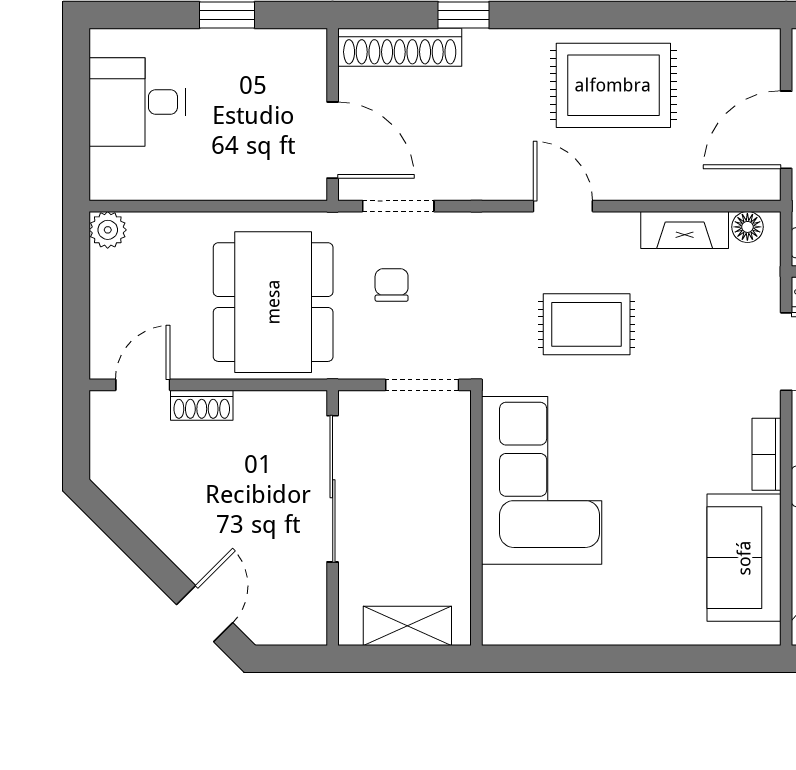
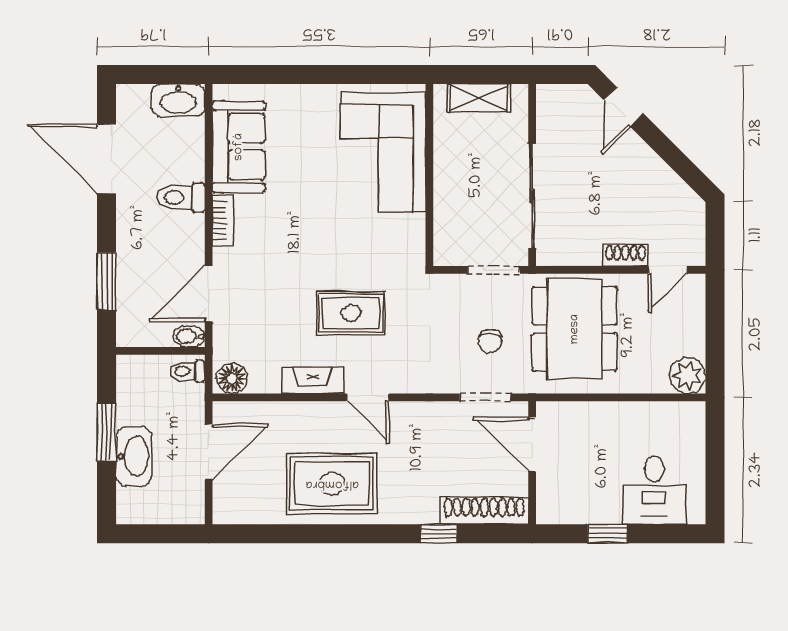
desk: (137, 102) -> (654, 490), moved, turned 90
floor lamp: (747, 227) -> (232, 378), width x1.37, depth x1.37
plant: (108, 230) -> (688, 375), width x1.38, depth x1.38
fireplace: (685, 230) -> (313, 380), moved
doorway: (422, 385) -> (494, 270), moved
corner sofa: (542, 480) -> (383, 152), moved

